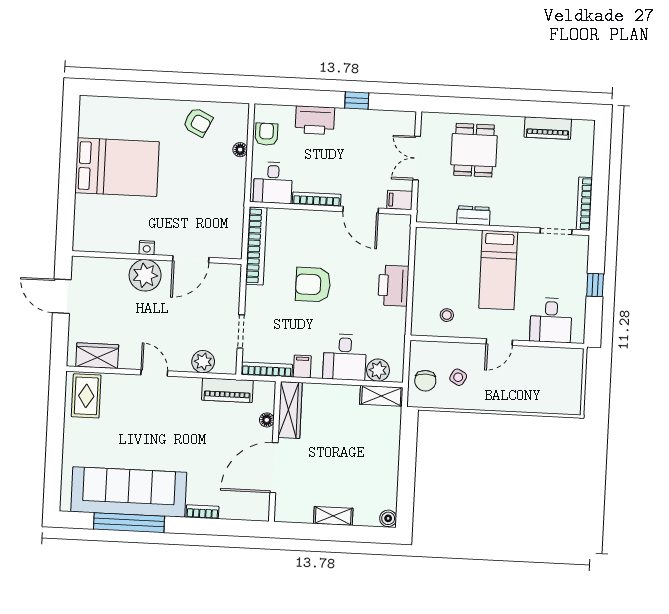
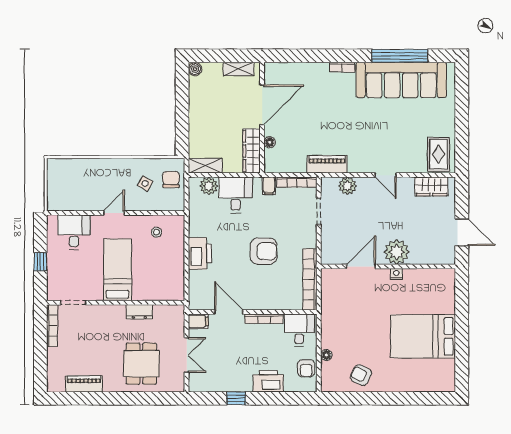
wardrobe: (290, 410) -> (252, 151), moved
floor lamp: (267, 420) -> (270, 142), moved
wall: (275, 451) -> (262, 118), moved
door: (274, 468) -> (262, 105), moved

